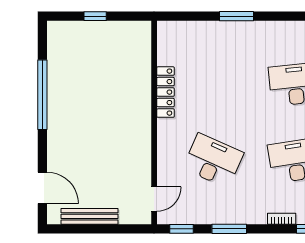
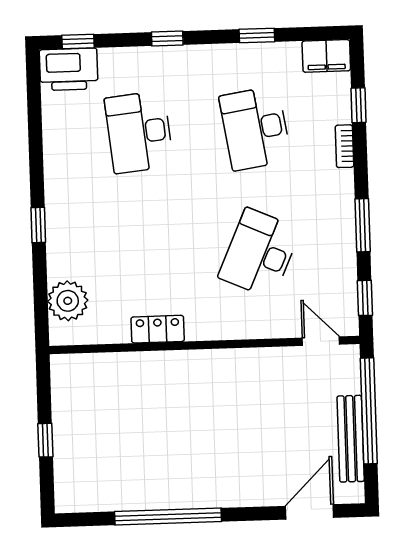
window: (236, 16) -> (38, 225), width x0.67
plant: (186, 34) -> (68, 301), added
locker: (165, 92) -> (158, 329), width x0.66
window: (107, 229) -> (369, 411), added

